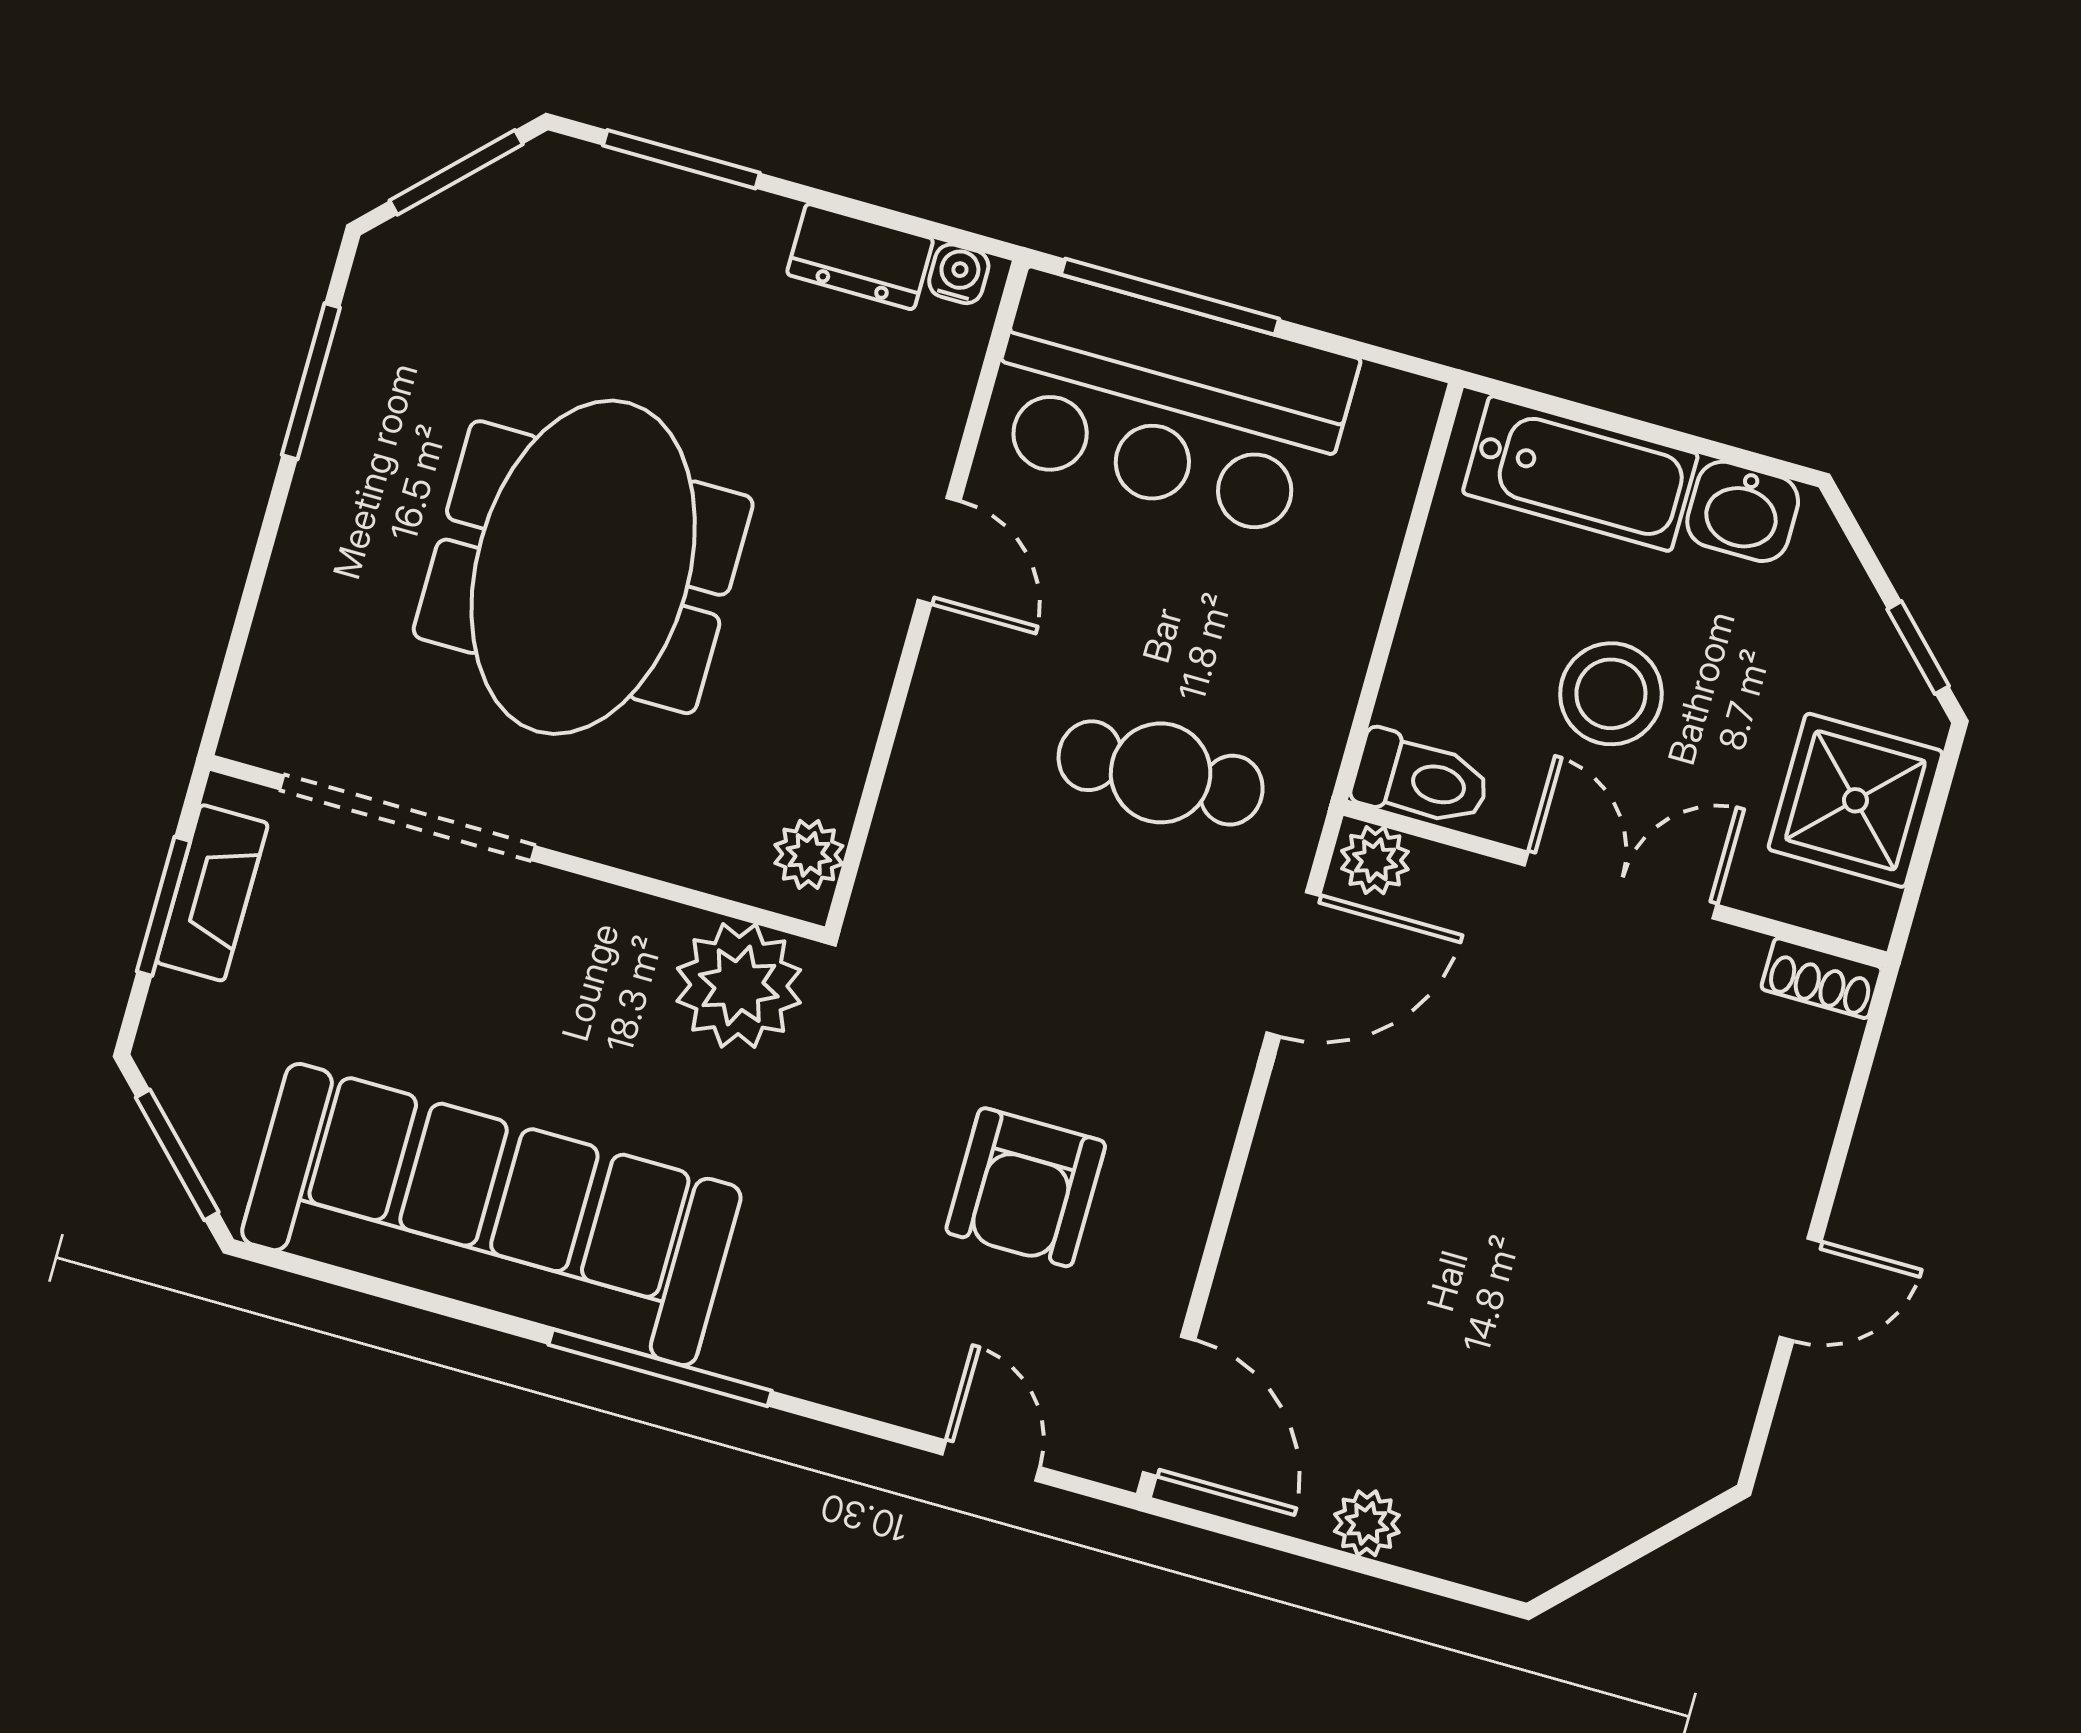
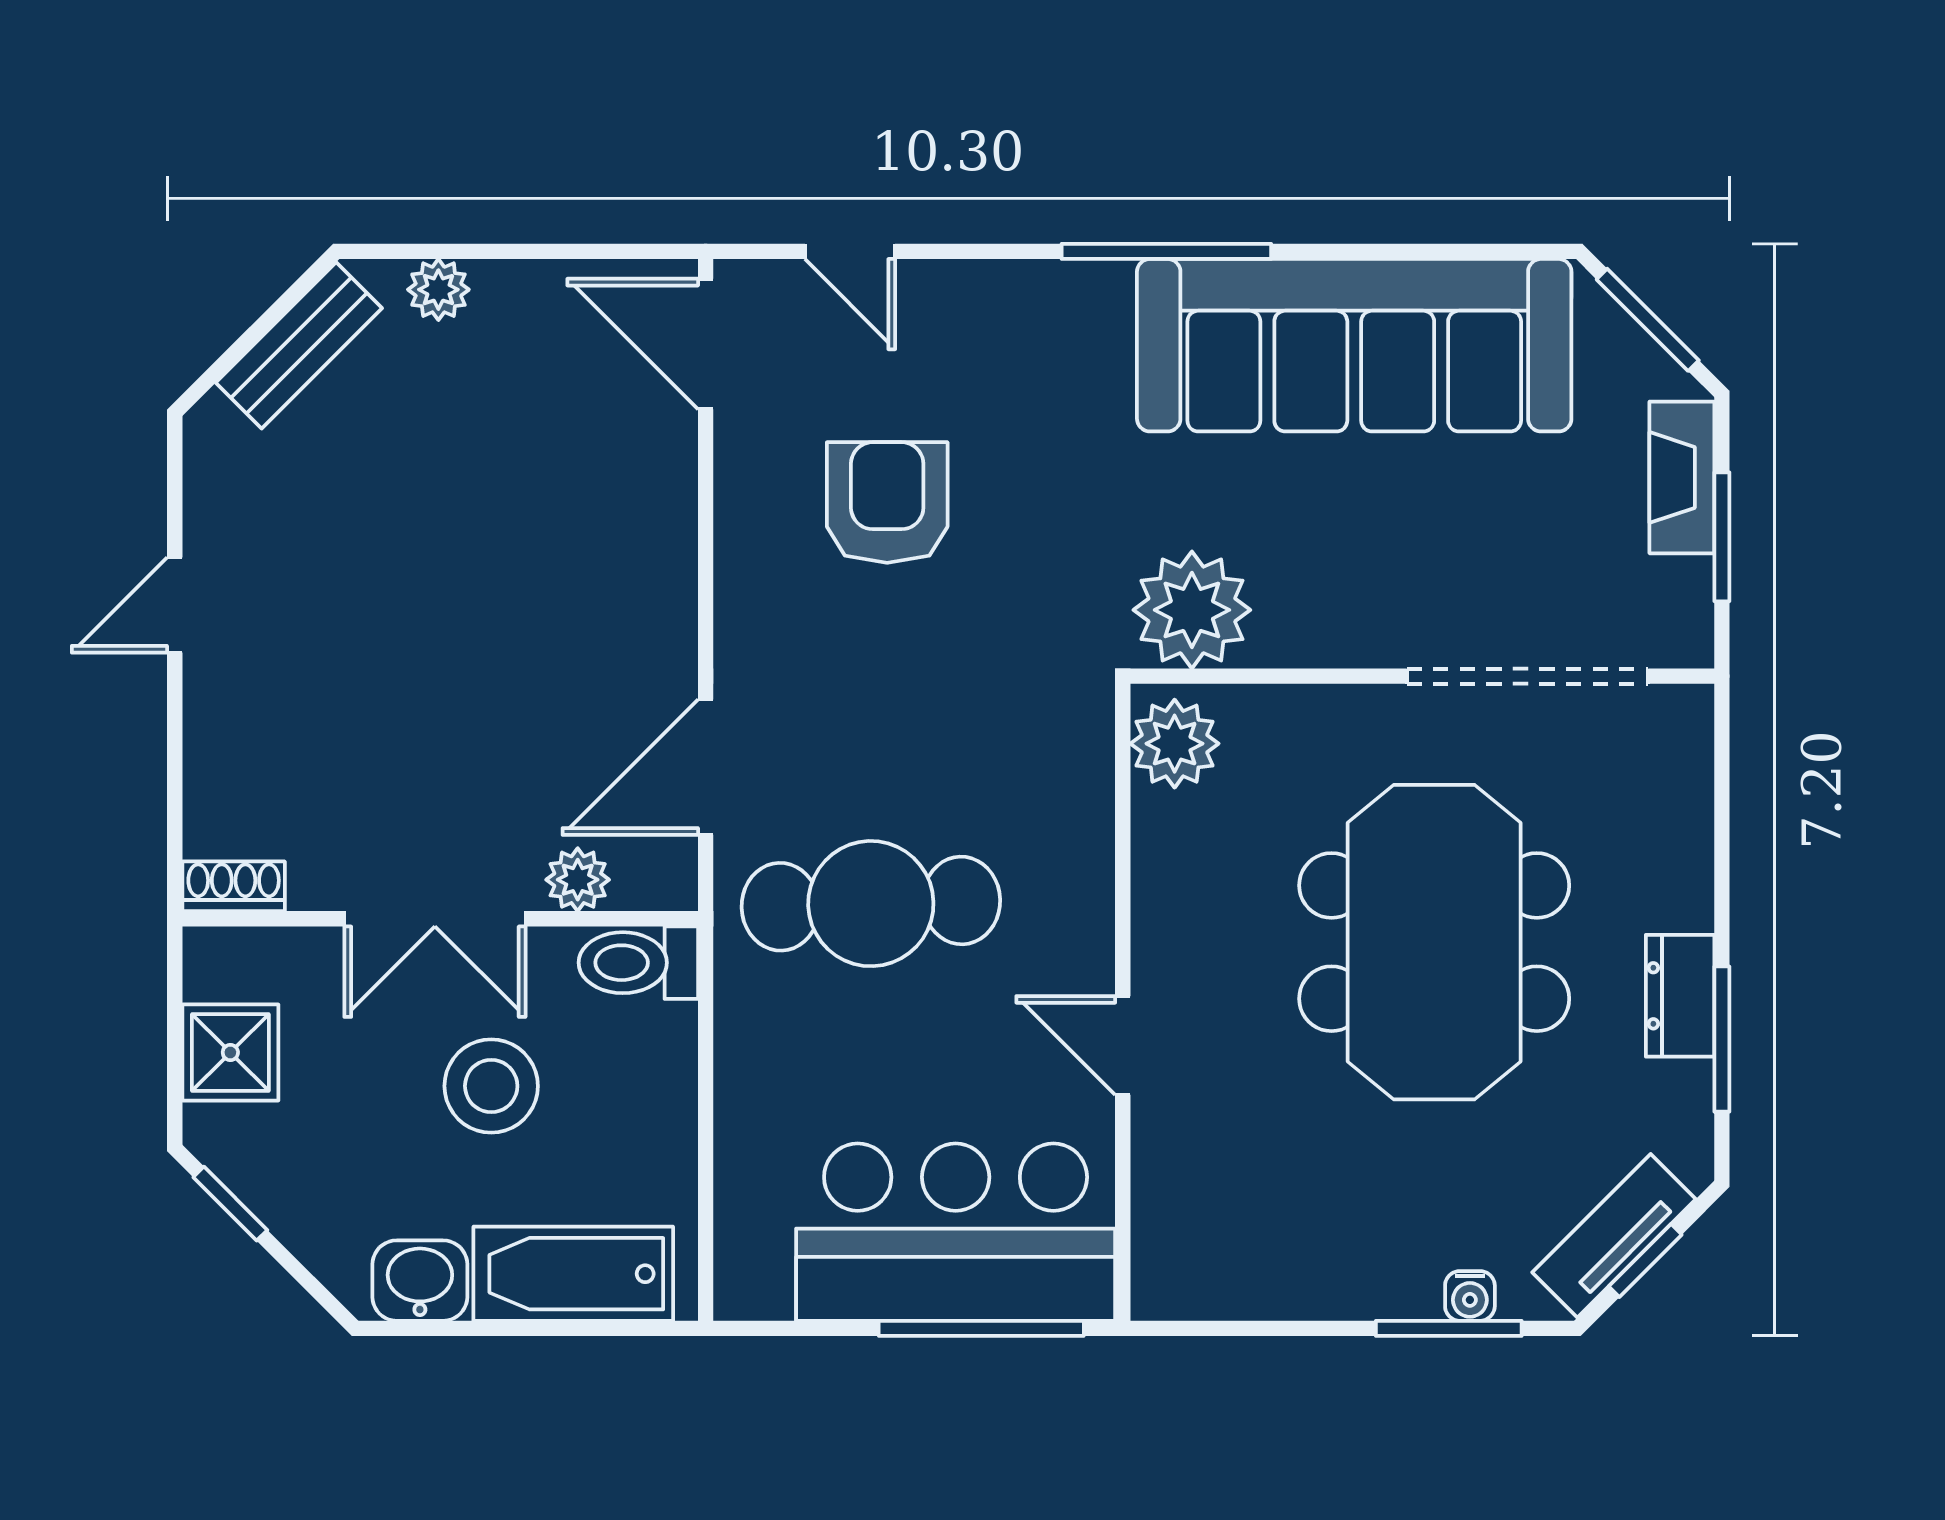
window: (456, 172) -> (1645, 1261), width x0.67
tv unit: (481, 207) -> (1614, 1236), added
dresser: (860, 257) -> (1680, 996), moved, turned -90
water cooler: (959, 274) -> (1470, 1296), moved
cafe table: (1161, 773) -> (871, 904), width x1.37, depth x1.35
shower: (1855, 800) -> (230, 1052), width x0.73, depth x0.73
plant: (809, 854) -> (1175, 744), width x1.38, depth x1.38
plant: (1375, 860) -> (578, 880), moved
fireplace: (212, 893) -> (1682, 477), moved
plant: (1367, 1523) -> (438, 290), moved
bench: (1594, 1524) -> (299, 345), added

